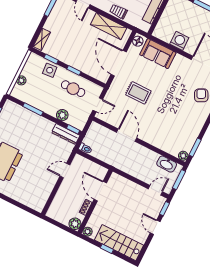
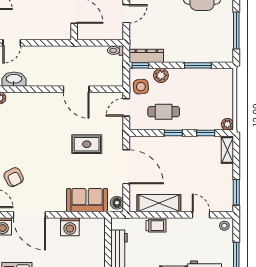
side table: (50, 70) -> (141, 87), moved
plant: (21, 80) -> (227, 124), moved

